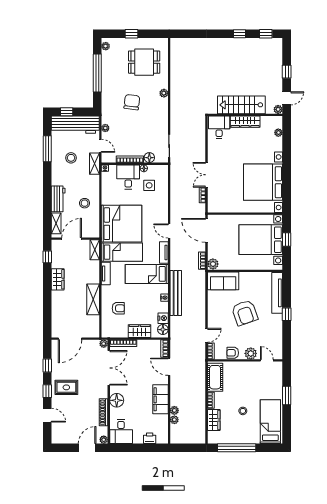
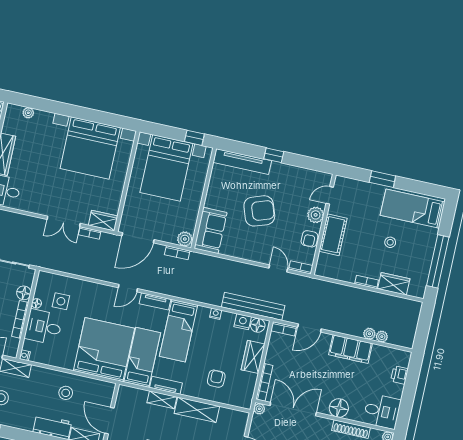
wardrobe: (213, 203) -> (103, 221), added
window: (287, 239) -> (194, 138), moved
shelving: (95, 250) -> (162, 400), moved
bench: (176, 293) -> (253, 306), moved
cot: (215, 377) -> (333, 235), moved, turned 90

